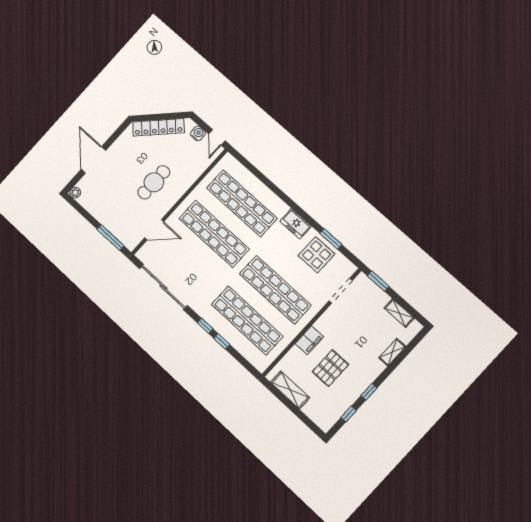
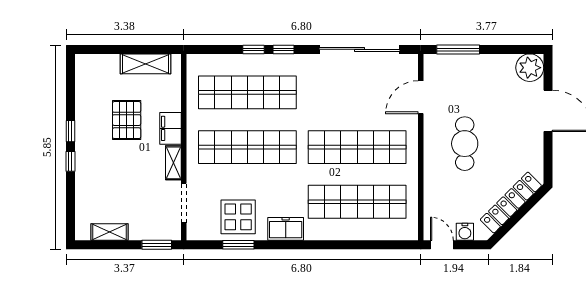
plant: (75, 193) -> (530, 68), width x1.88, depth x1.88
shelving: (392, 352) -> (173, 163), moved
window: (349, 414) -> (70, 161), moved

